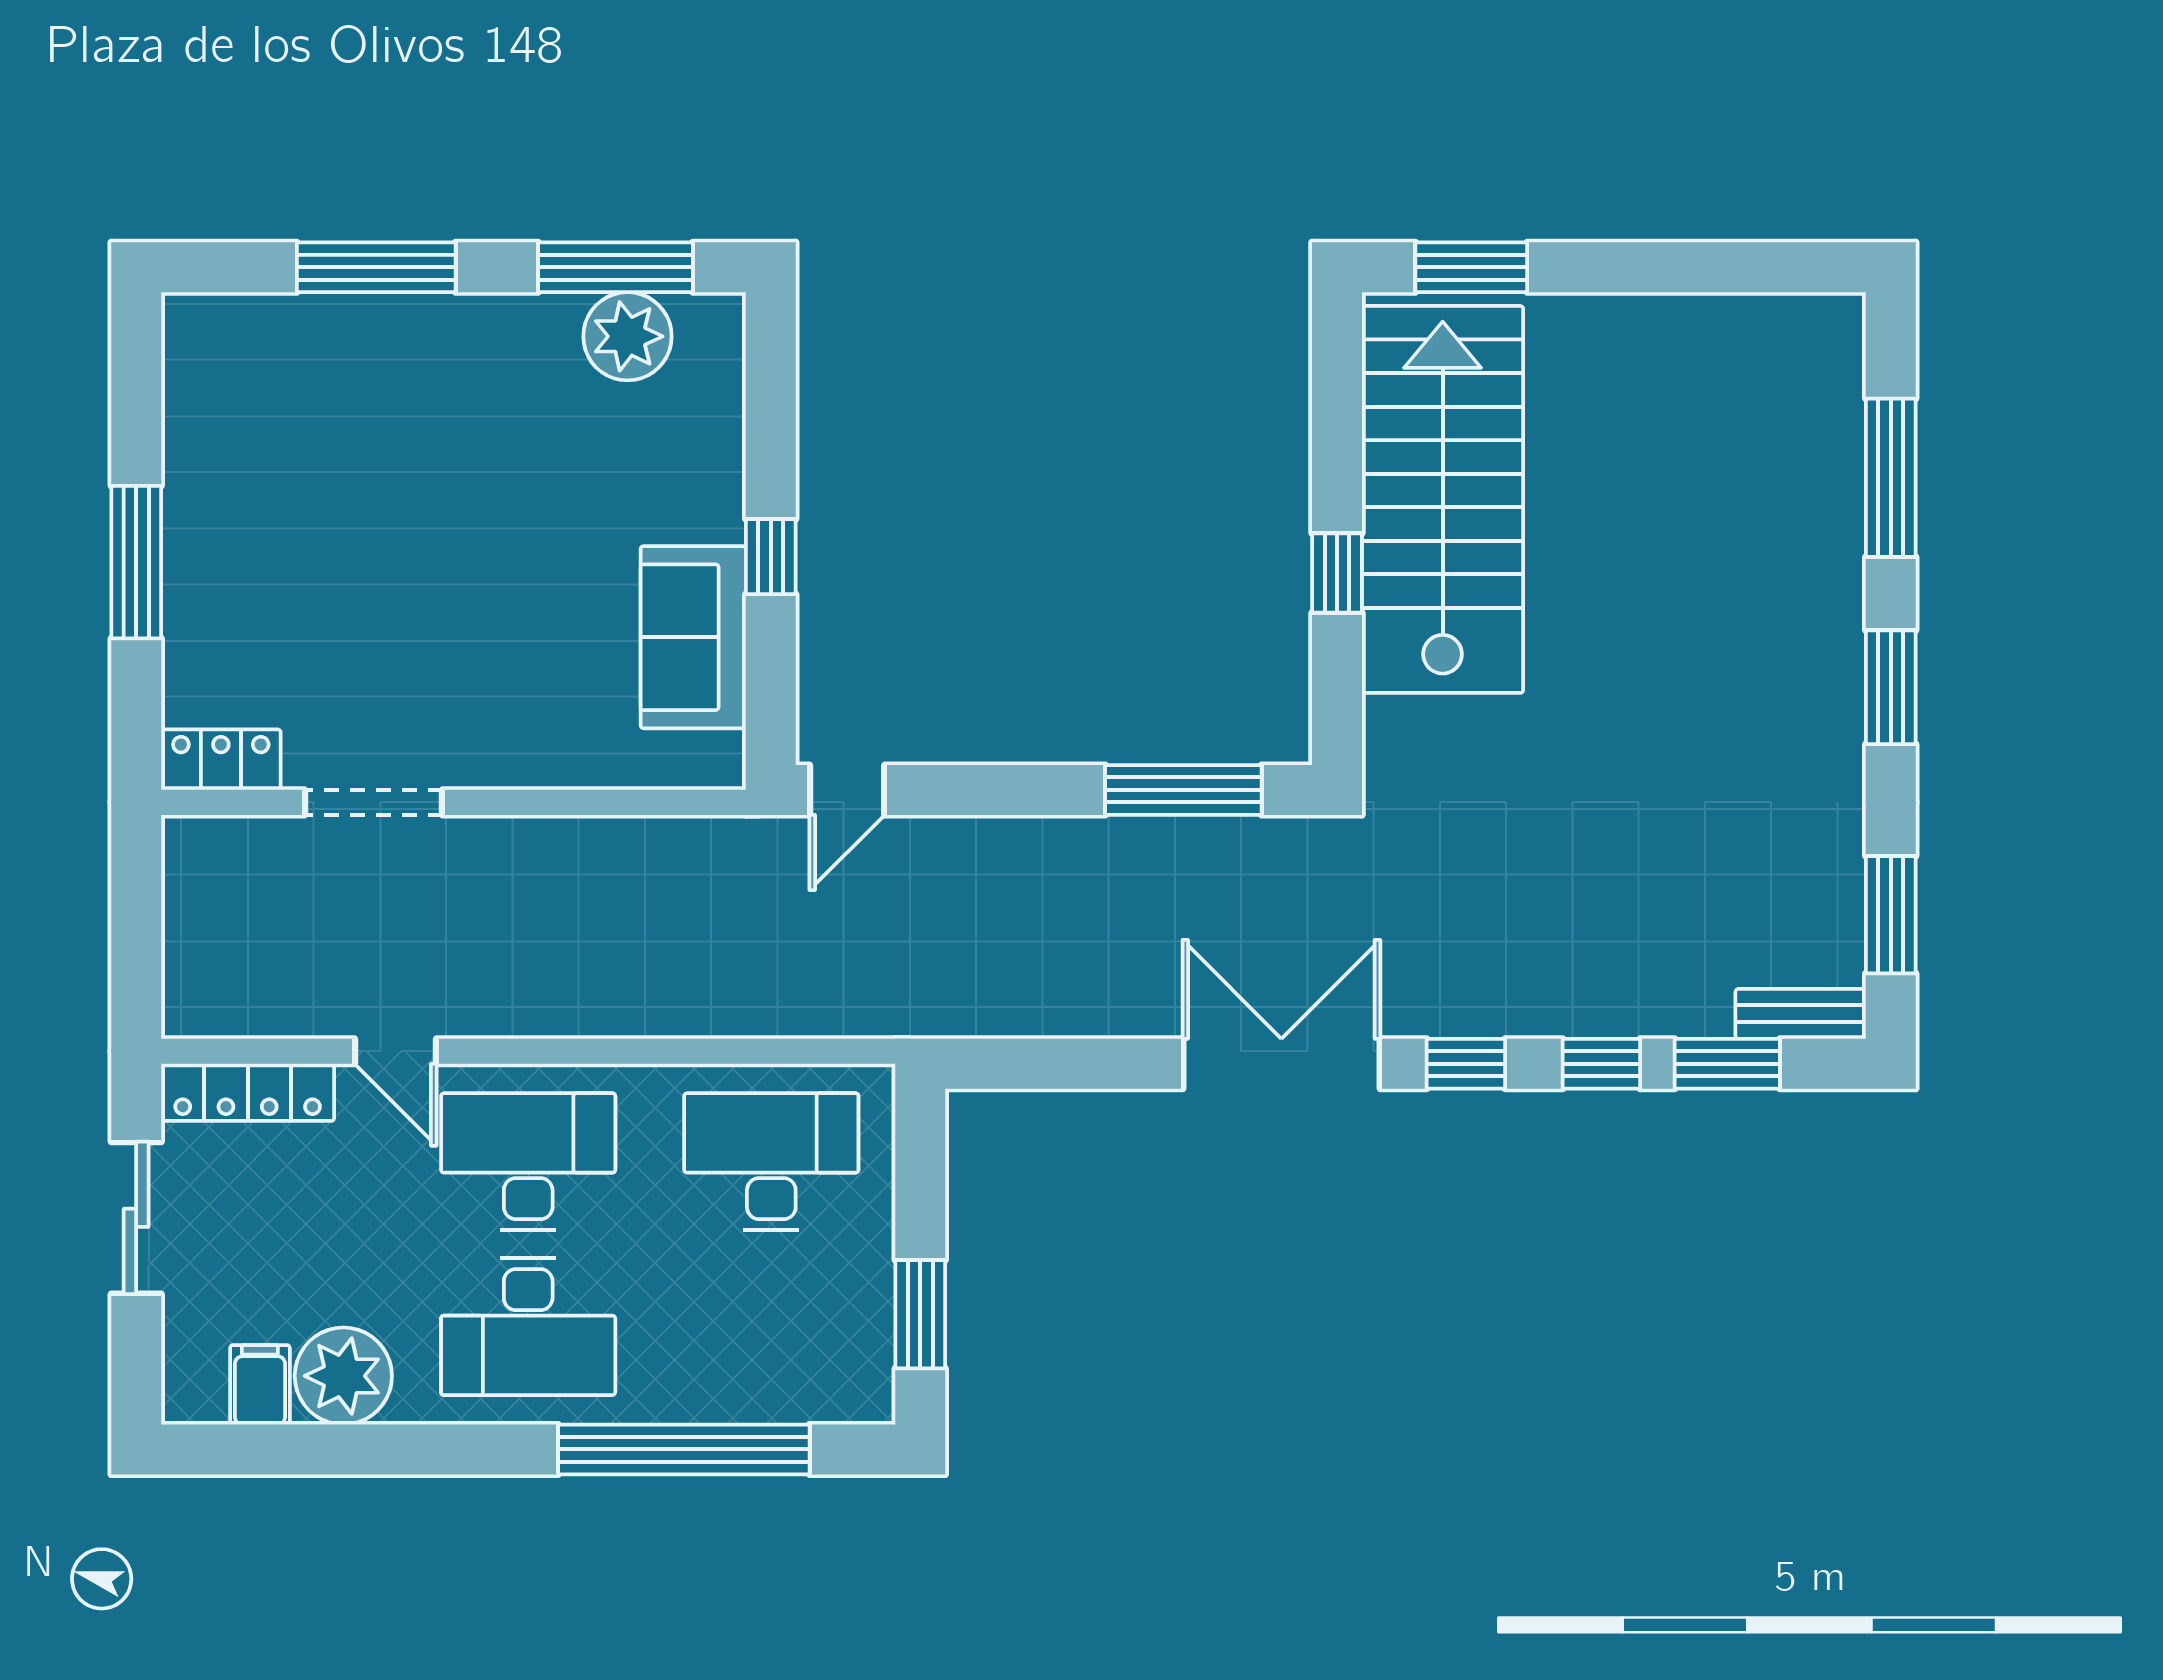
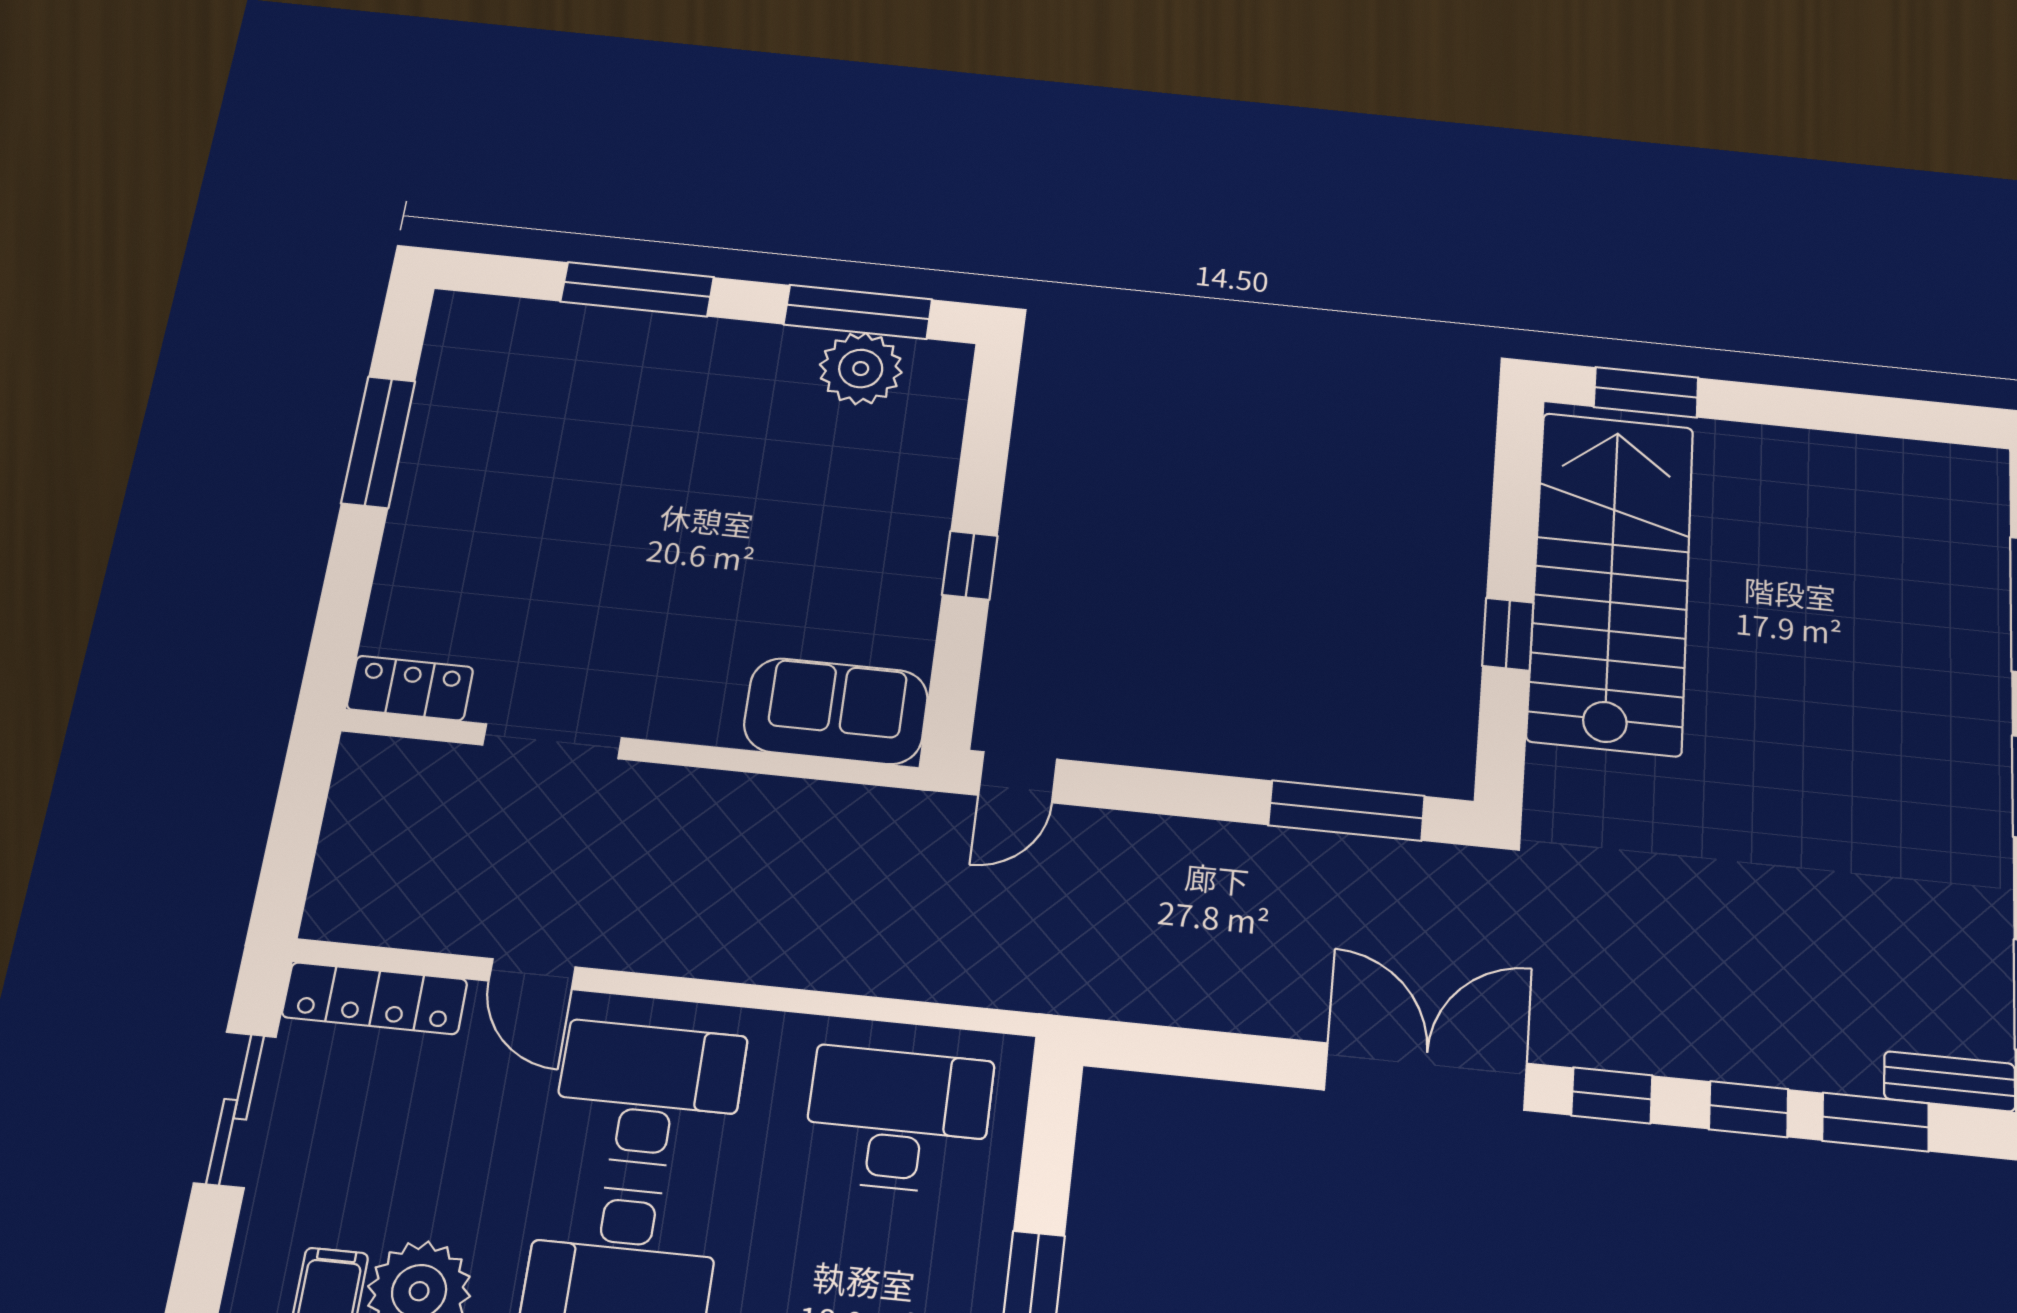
window: (136, 562) -> (378, 442), moved
sofa: (693, 637) -> (836, 711), moved, turned 90

